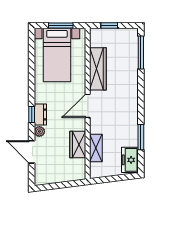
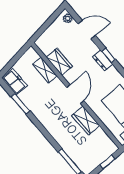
wardrobe: (98, 69) -> (86, 120), width x0.67
plant: (39, 131) -> (68, 18), moved

